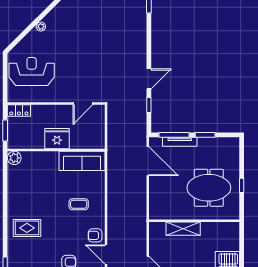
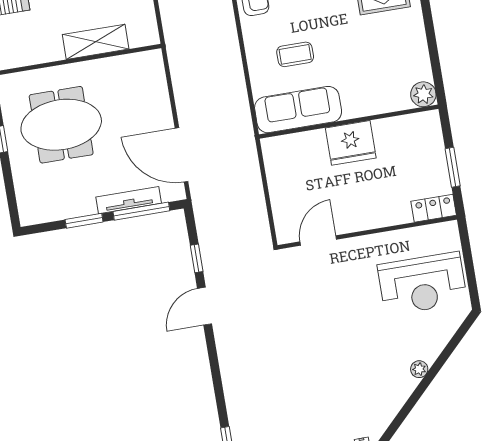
fridge: (57, 139) -> (351, 143), moved
wall: (56, 150) -> (349, 122), moved
plant: (14, 158) -> (423, 94), moved
sofa: (82, 161) -> (298, 110), moved

